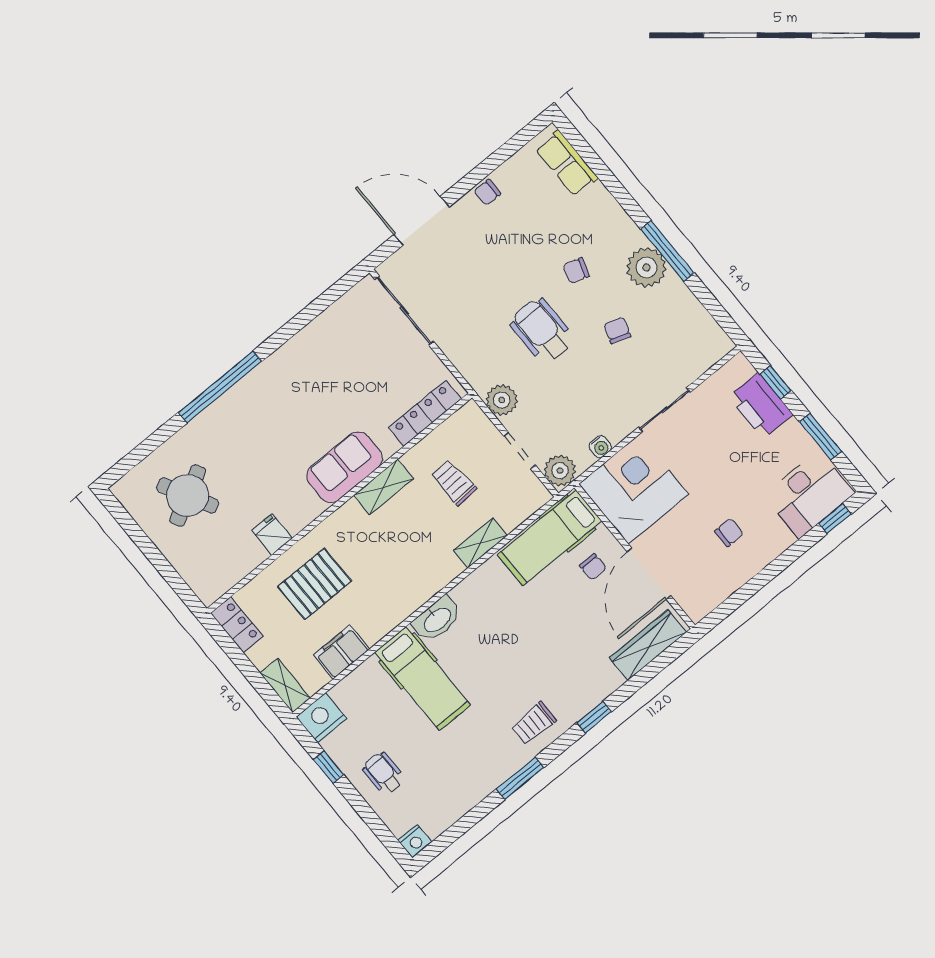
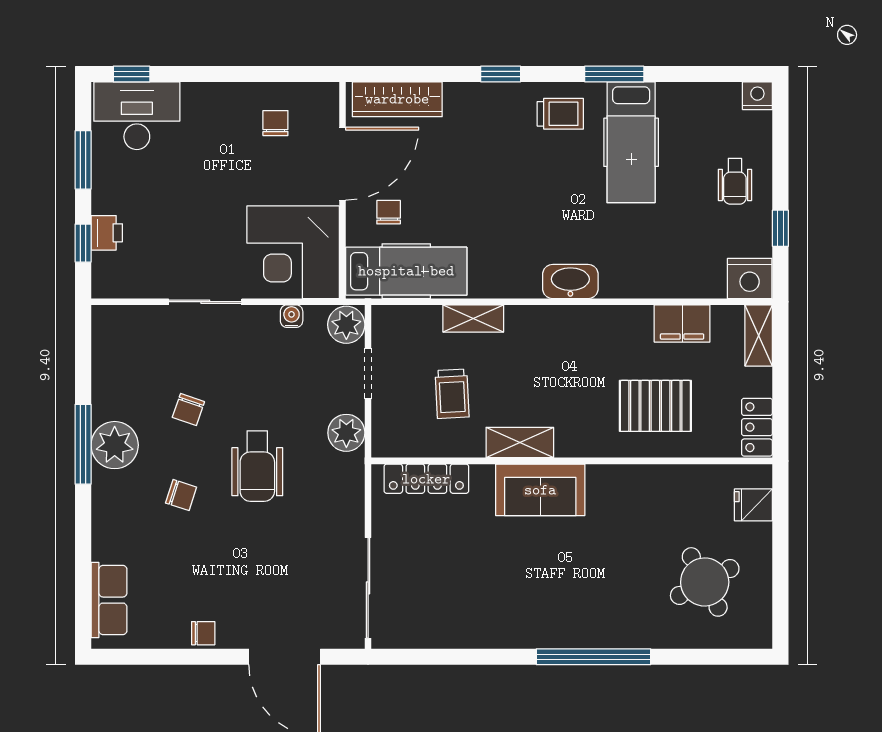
printer: (761, 406) -> (107, 233), width x0.53, depth x0.68
chair: (729, 532) -> (275, 123), moved, turned 90
fridge: (272, 534) -> (753, 505), moved, turned 90
hospital bed: (423, 679) -> (631, 142), moved, turned 180

